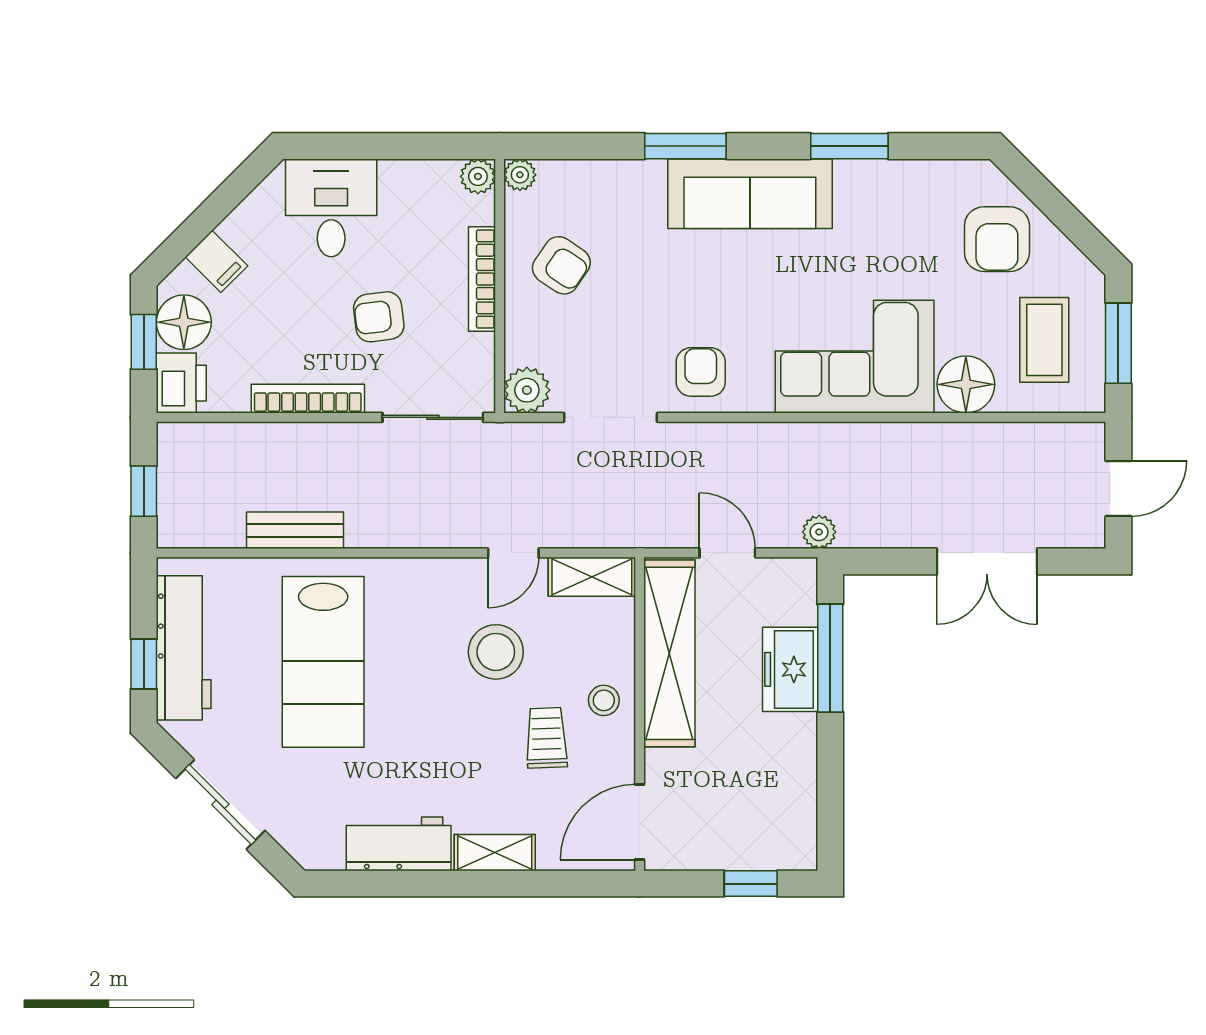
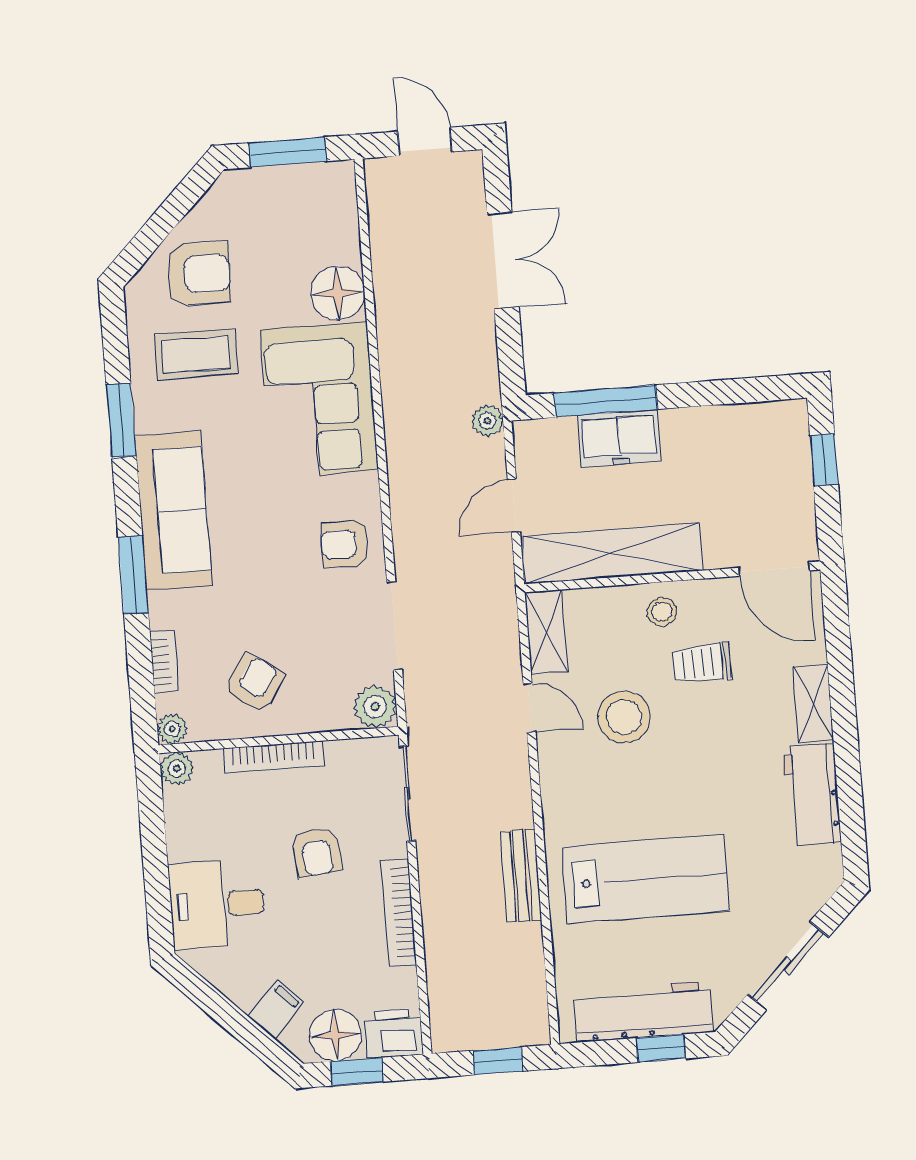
bookcase: (591, 172) -> (164, 662), added
coffee table: (1044, 340) -> (196, 355), moved
bench: (295, 530) -> (521, 876), moved

